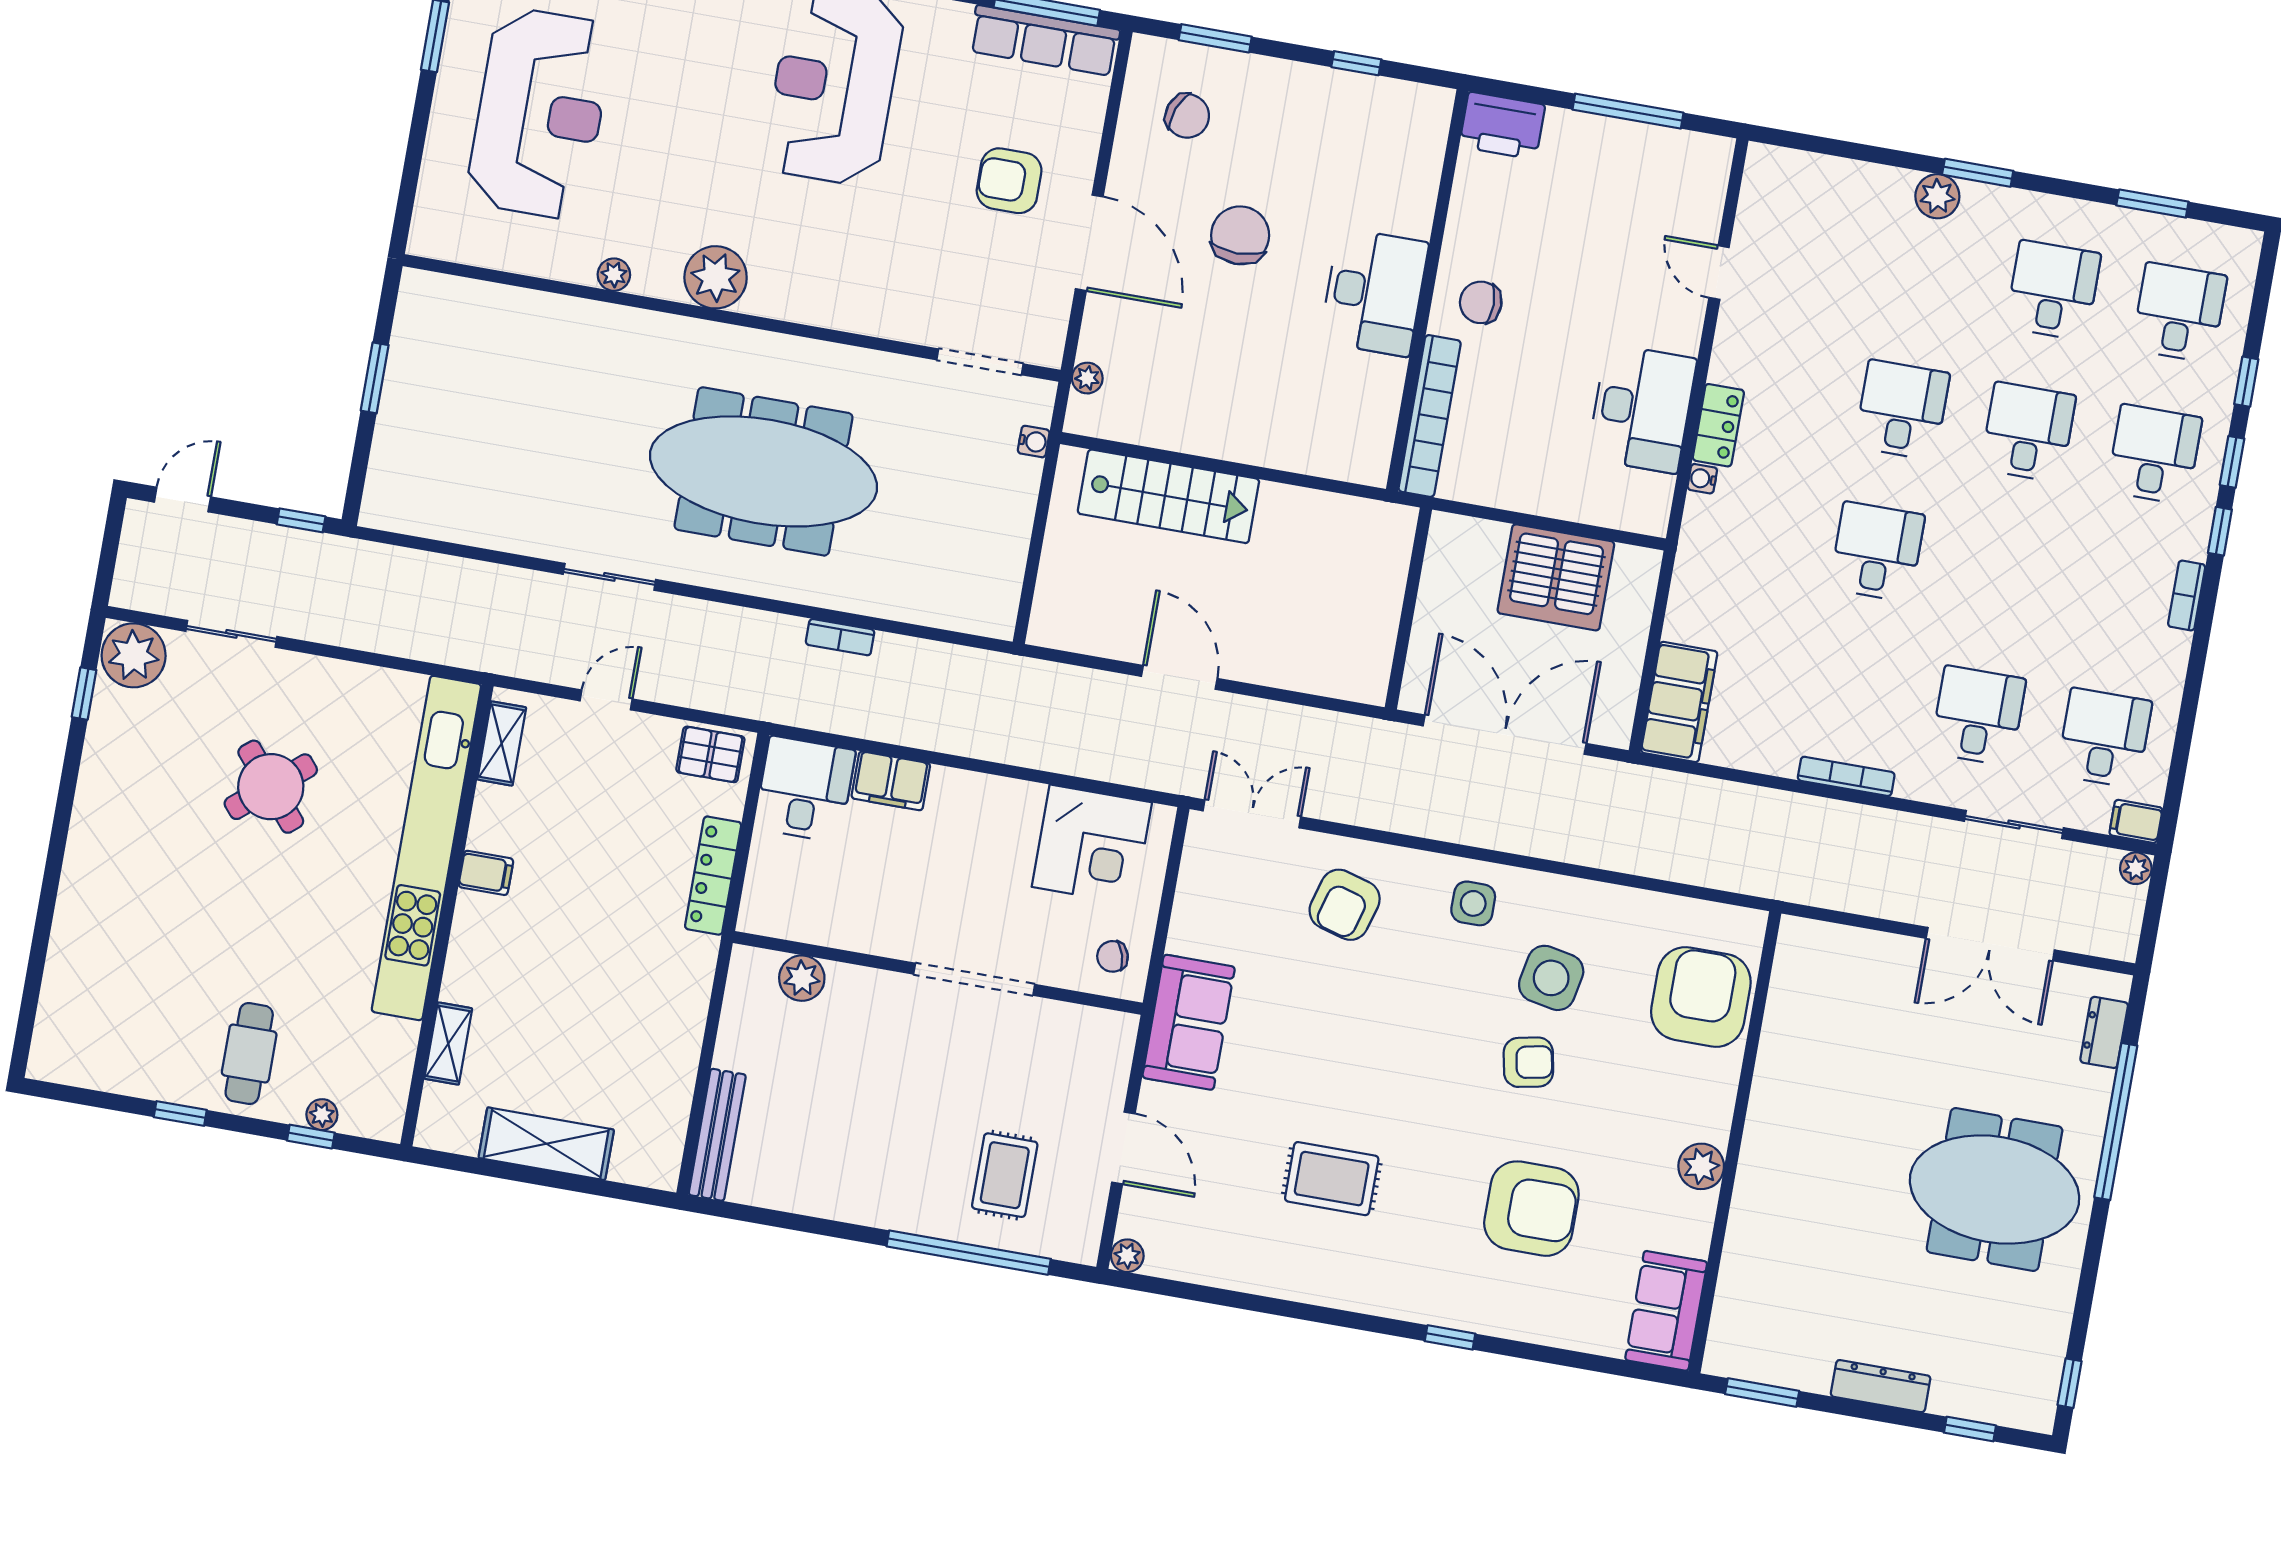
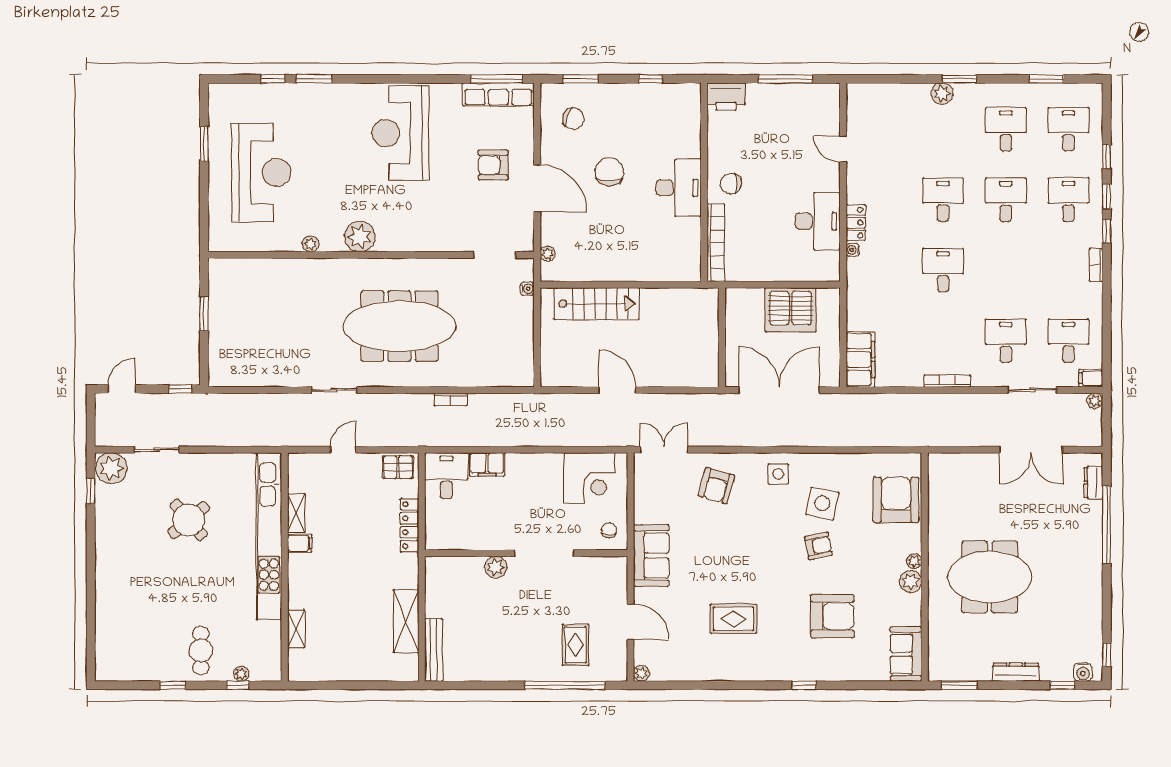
shelving: (502, 743) -> (296, 513), moved
chair: (1113, 956) -> (609, 530), turned 107
plant: (802, 978) -> (496, 567), moved
plant: (1716, 1127) -> (914, 561), added
shelving: (546, 1144) -> (406, 621), moved, turned 90
meeting table: (1995, 1189) -> (990, 577), moved
water cooler: (2016, 1410) -> (1083, 672), added

